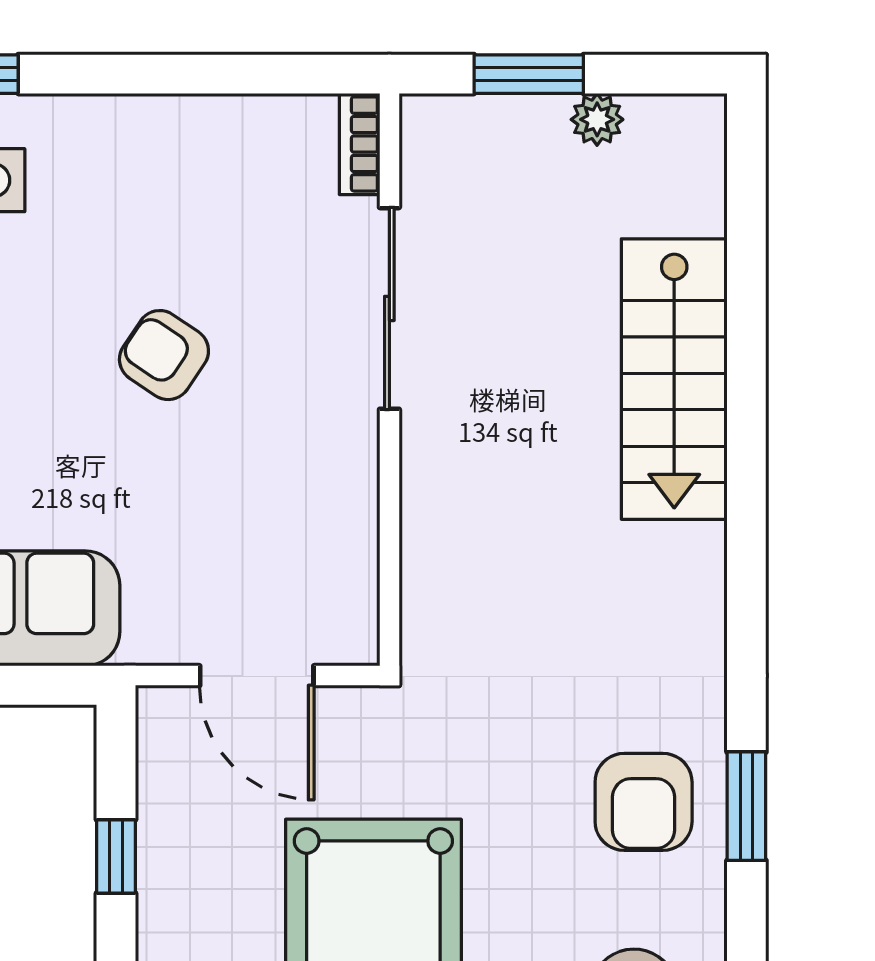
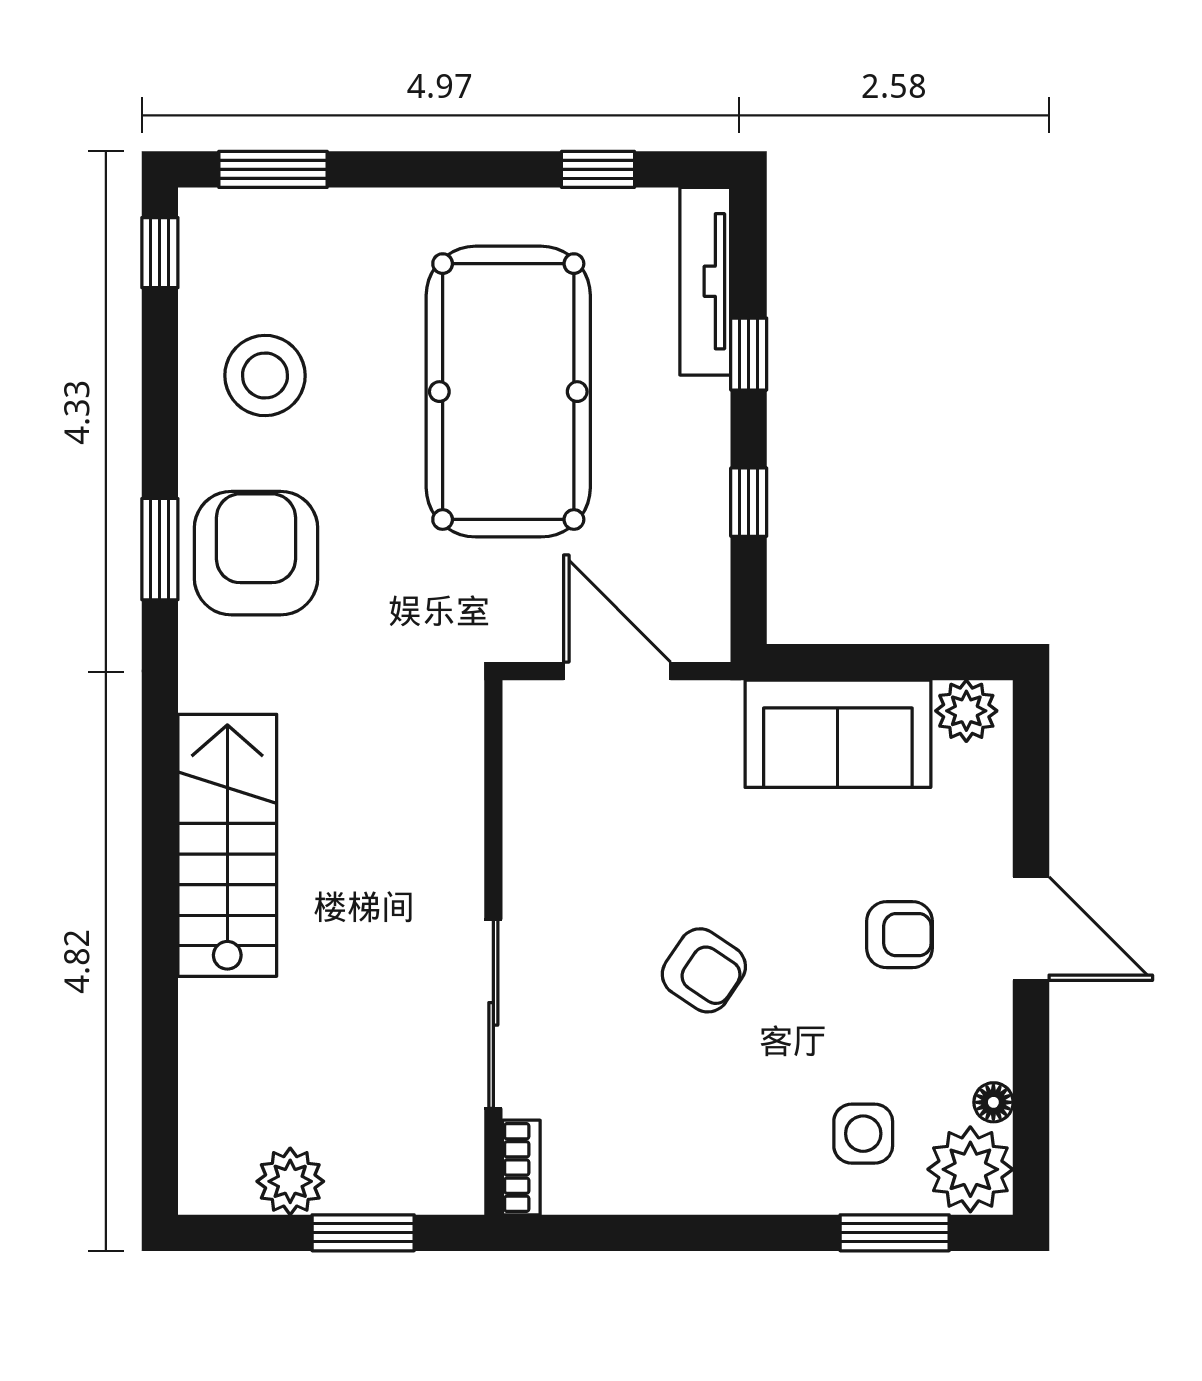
plant: (597, 119) -> (290, 1181), width x1.38, depth x1.38
stairs: (674, 379) -> (227, 845), moved
armchair: (644, 802) -> (256, 553), width x1.36, depth x1.36

